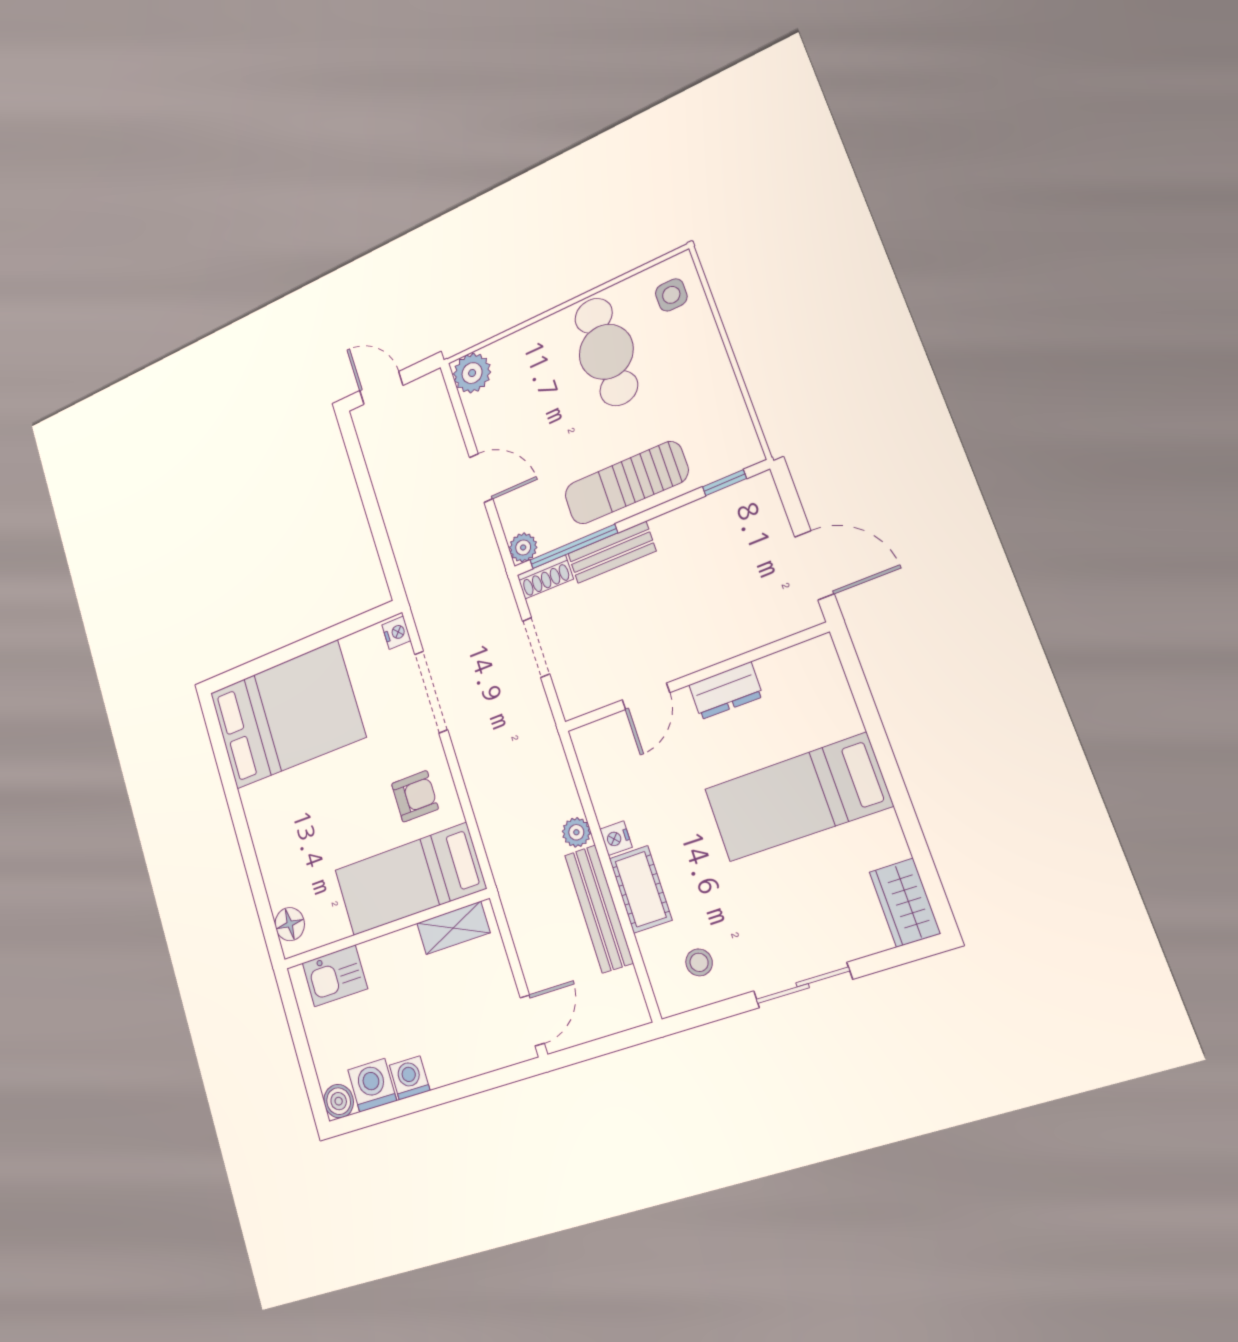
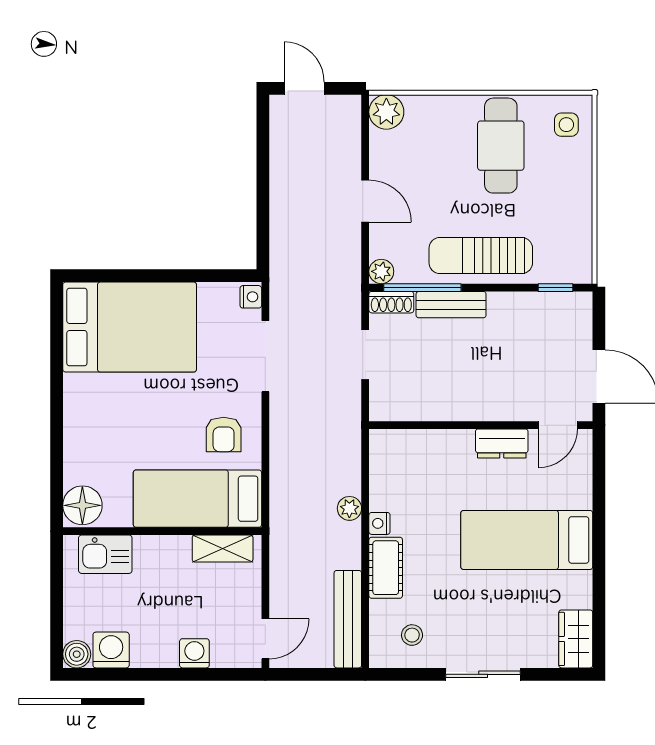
door: (646, 696) -> (558, 425), moved
armchair: (415, 796) -> (224, 435), turned 90
bench: (599, 909) -> (348, 619), moved
floor lamp: (290, 924) -> (82, 505), width x1.38, depth x1.38
washing machine: (410, 1078) -> (194, 653), moved

